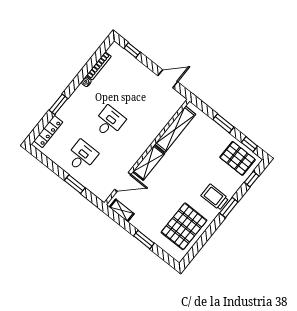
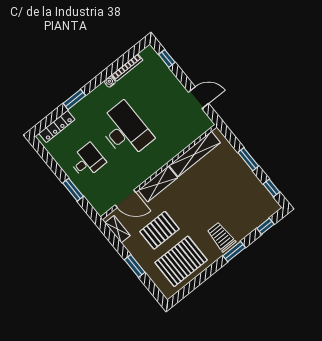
desk: (109, 122) -> (125, 130), width x1.87, depth x1.30
pallet: (238, 158) -> (159, 230), moved, turned 90

